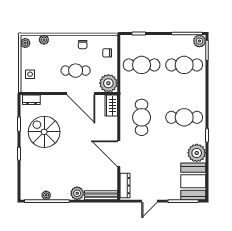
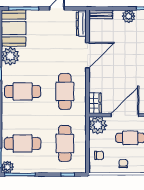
cafe table: (142, 65) -> (65, 143), turned 90
door: (81, 94) -> (125, 115), hinge flipped
door: (119, 154) -> (87, 55), hinge flipped
bench: (101, 195) -> (101, 14), width x0.73

